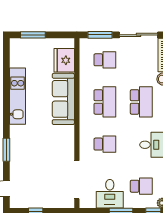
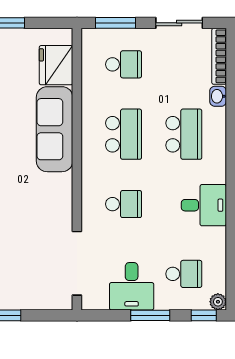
sliding door: (138, 35) -> (179, 23), width x0.73

